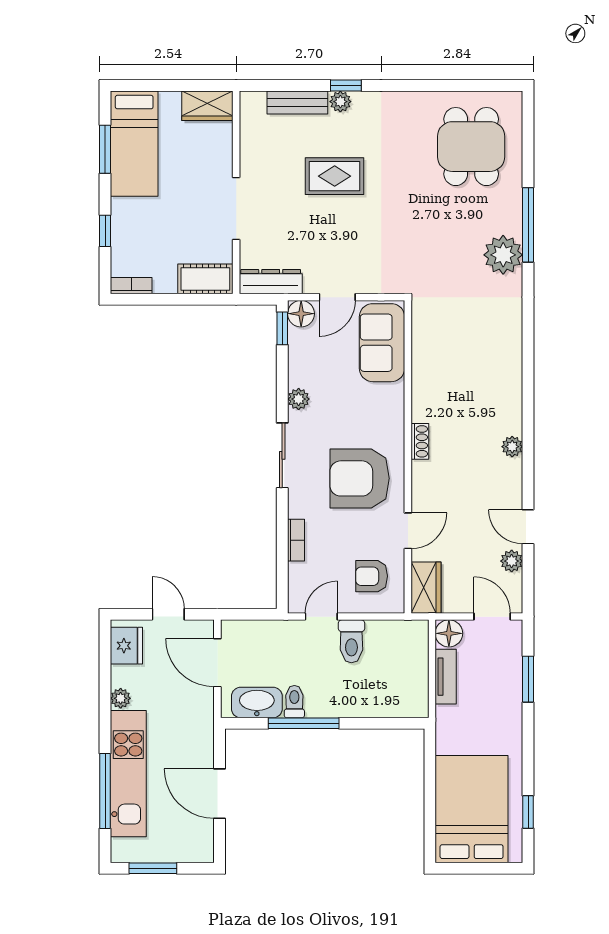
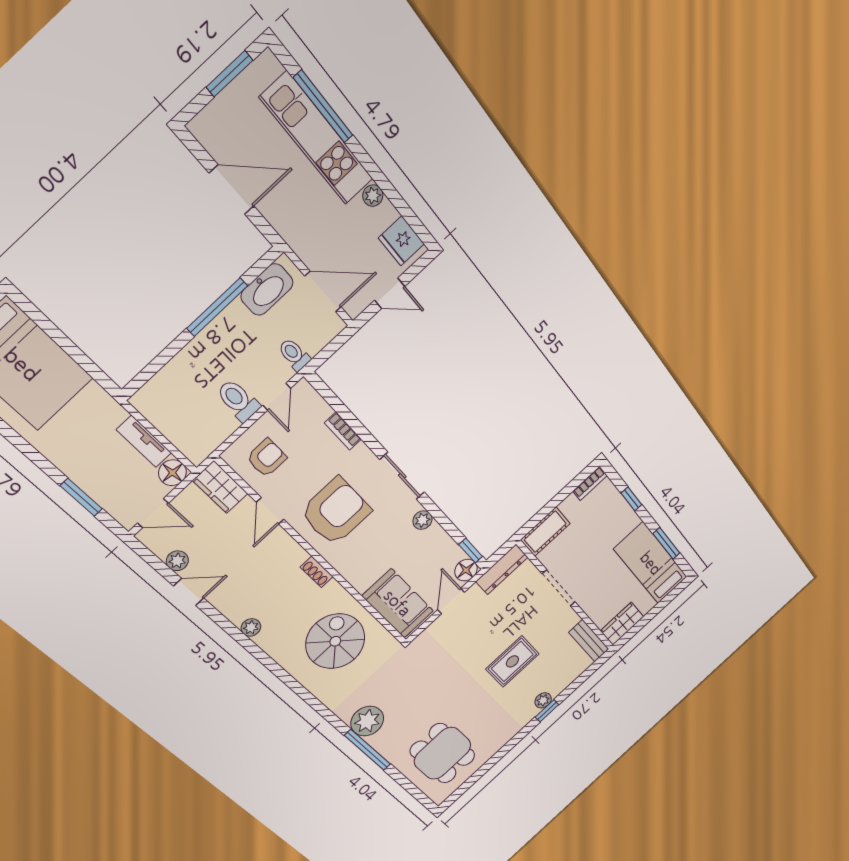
bench: (297, 102) -> (589, 641), moved, turned 90
spiral stairs: (461, 362) -> (335, 641), added
toilet: (294, 702) -> (294, 355), moved, turned 180

